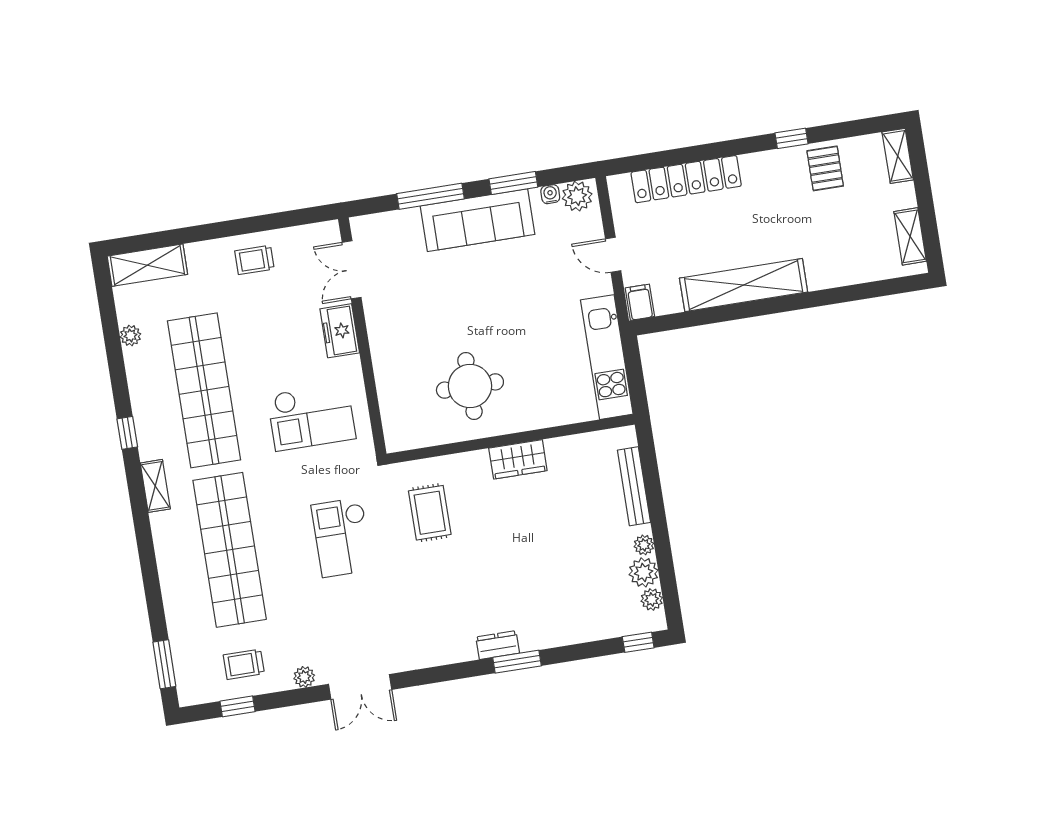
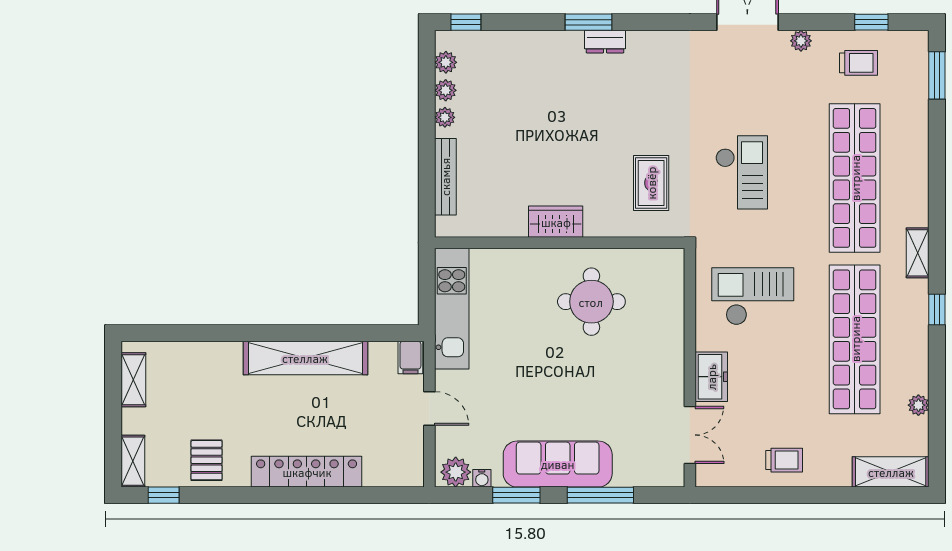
window: (792, 138) -> (164, 495), moved
locker: (686, 179) -> (307, 472), moved
plant: (644, 572) -> (446, 90), width x0.73, depth x0.73

